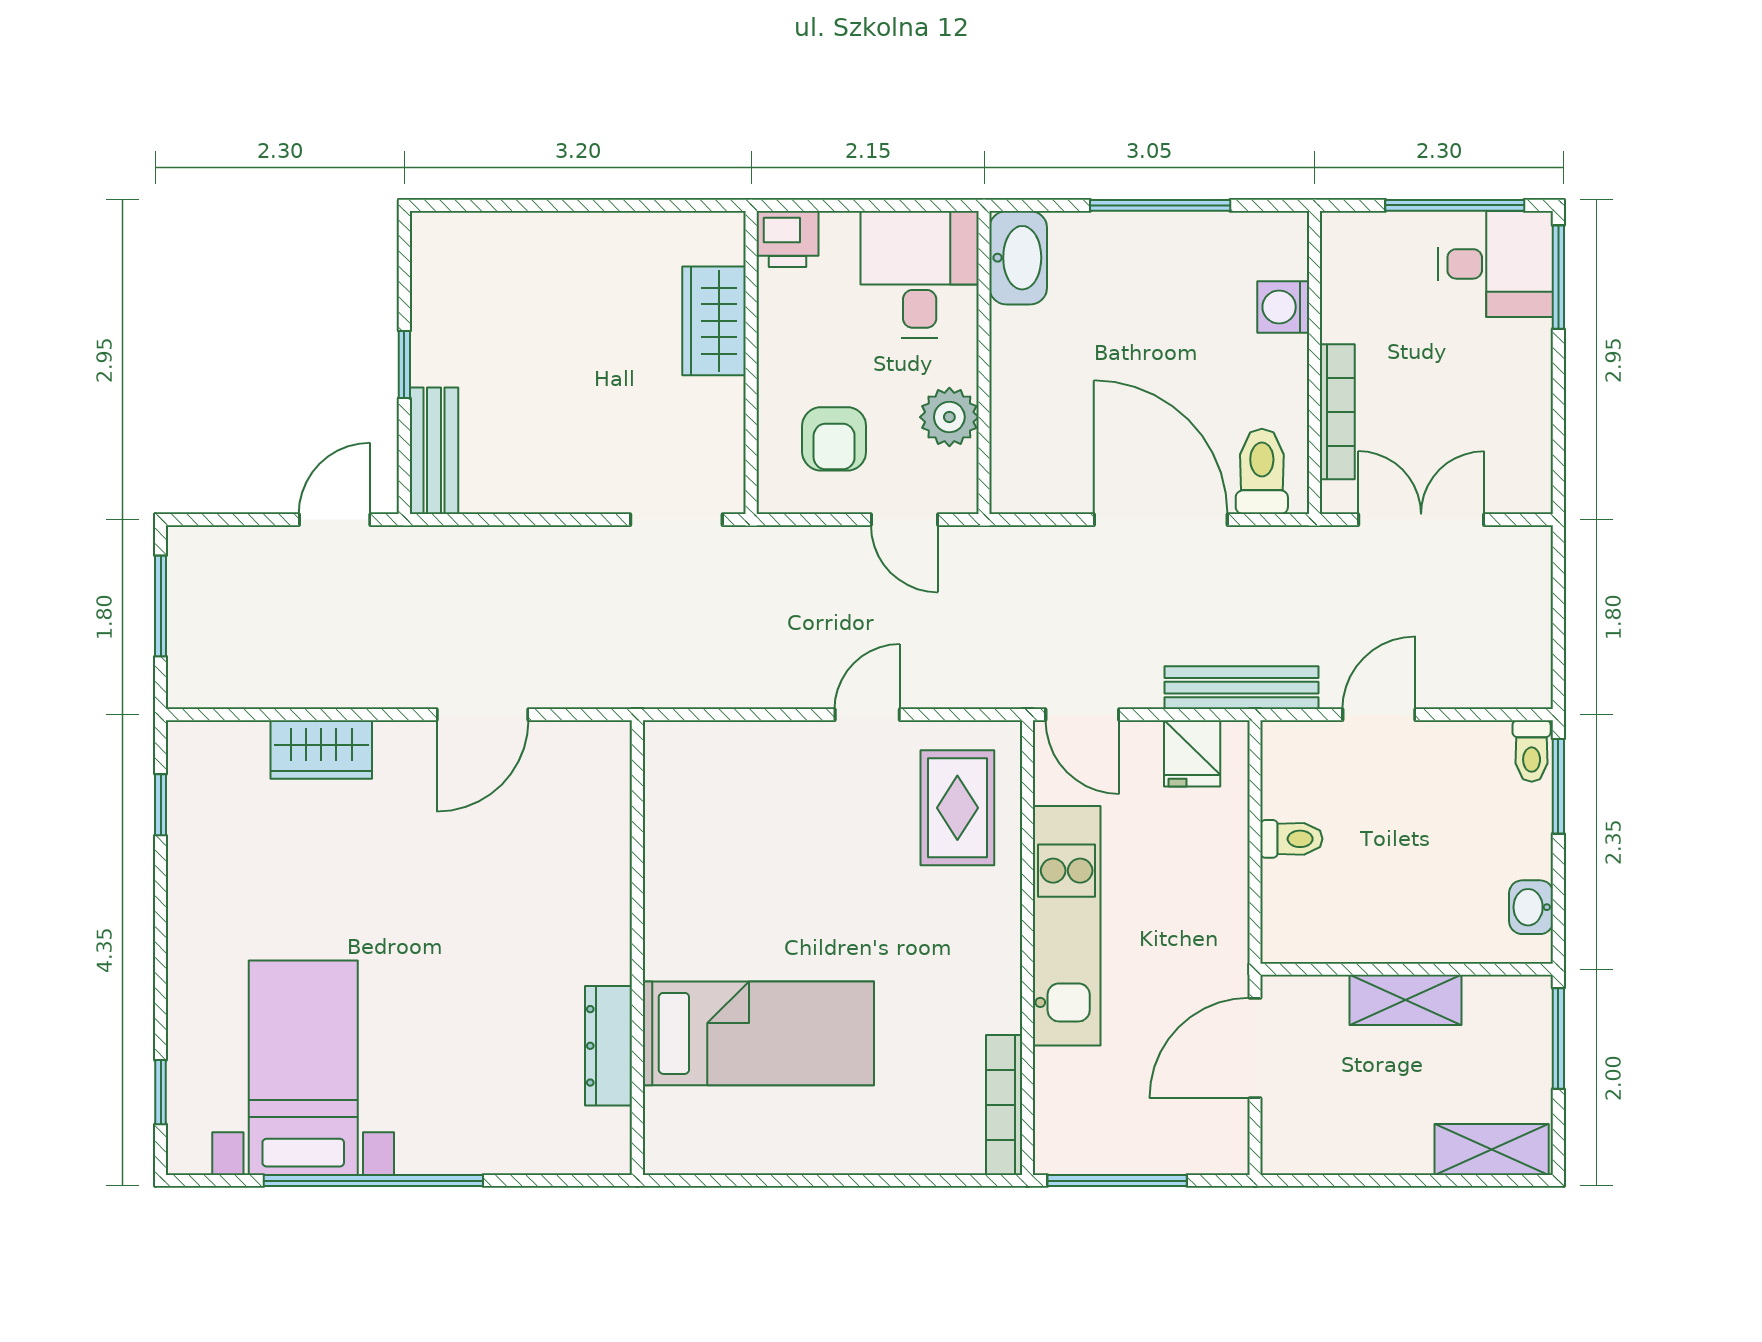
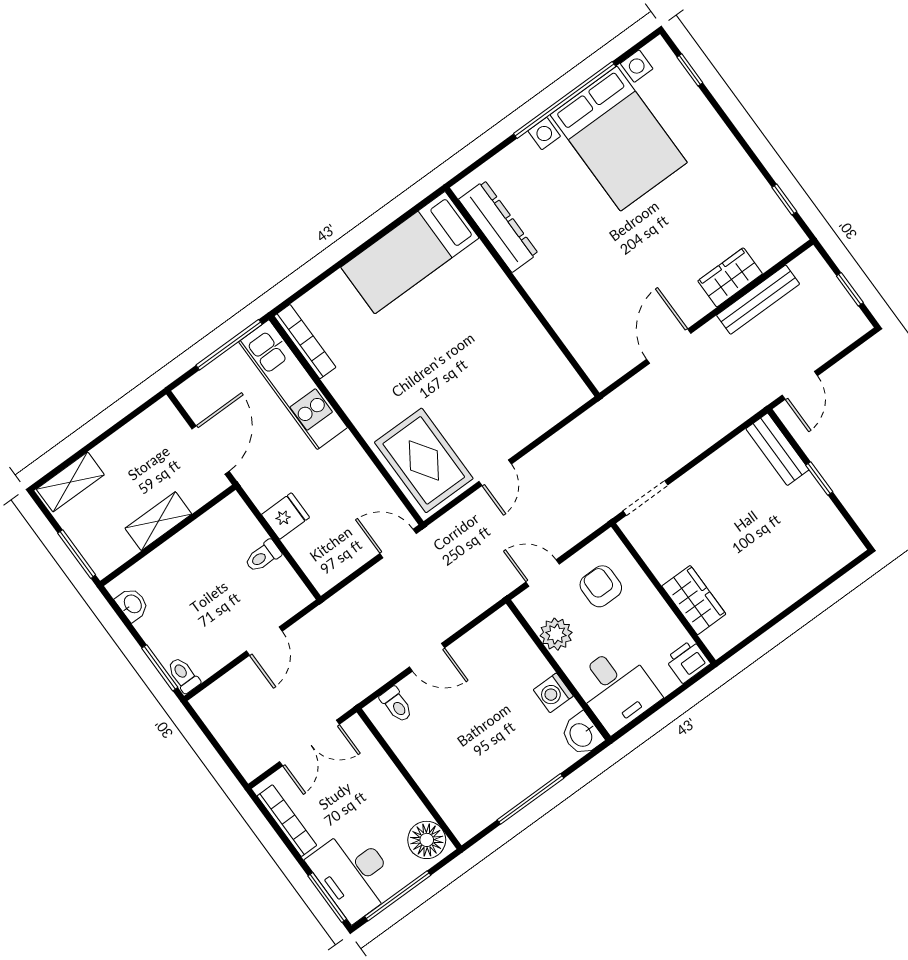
floor lamp: (1354, 256) -> (427, 840), added
washbasin: (1018, 258) -> (582, 734), width x0.72
desk: (1496, 264) -> (353, 874), width x1.37
washing machine: (1283, 307) -> (553, 693), moved, turned 180
bookcase: (1337, 412) -> (287, 821), moved, turned 180
toilet: (1262, 471) -> (396, 705), width x0.73, depth x0.72
door: (1161, 520) -> (427, 657), width x0.53
window: (161, 606) -> (850, 289), width x0.67
bench: (1242, 688) -> (758, 300), moved
fridge: (1192, 753) -> (285, 516), moved, turned 90
rug: (957, 808) -> (424, 460), width x1.36, depth x1.43
kitchen unit: (1067, 926) -> (293, 385), moved
bed: (758, 1033) -> (410, 253), moved
dresser: (608, 1046) -> (498, 226), width x1.37, depth x1.24
bed with nightstands: (303, 1068) -> (619, 139), width x1.36

